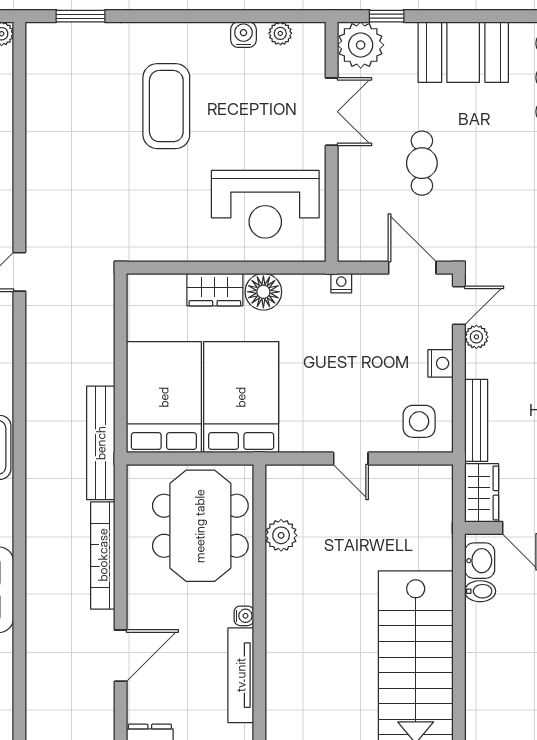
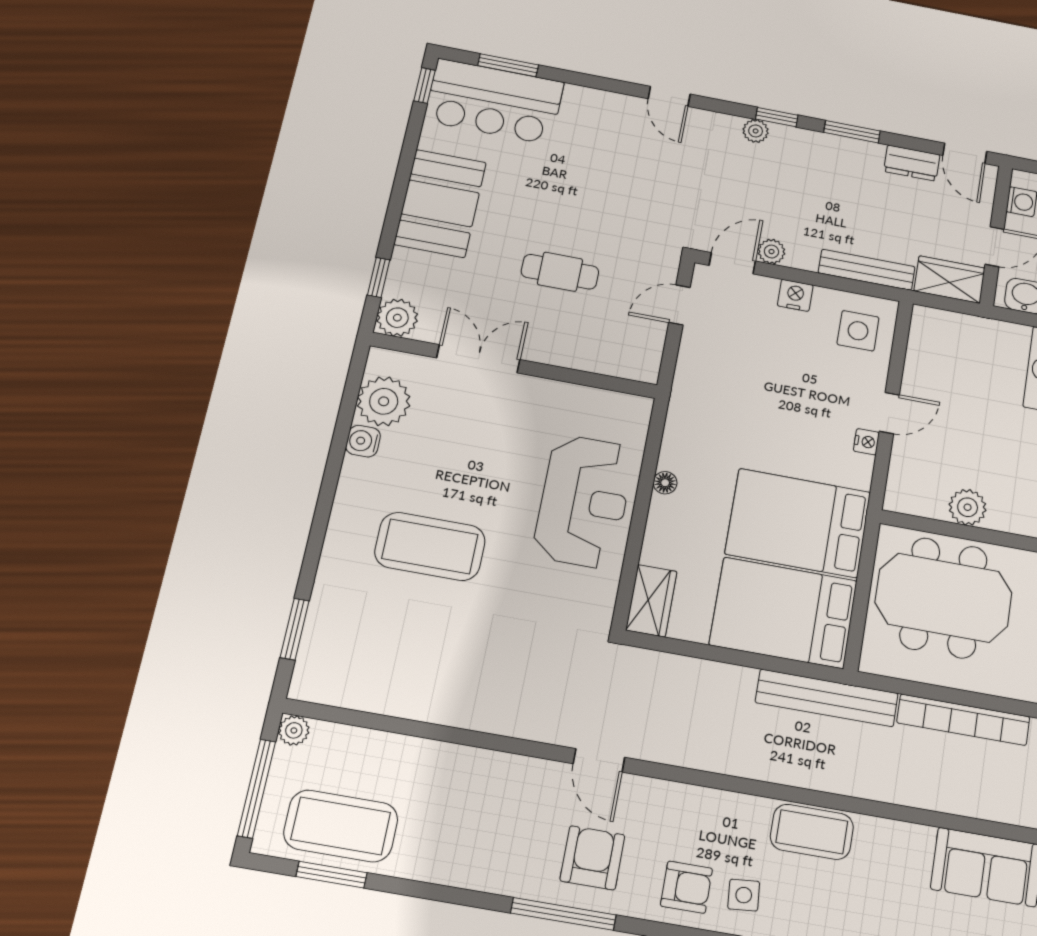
plant: (280, 33) -> (384, 401), width x1.88, depth x1.88
plant: (361, 45) -> (397, 318), width x0.73, depth x0.73
reception desk: (265, 204) -> (584, 501), moved
door: (412, 268) -> (679, 305), width x0.73
nightstand: (341, 283) -> (866, 442), moved, turned 180
wardrobe: (215, 290) -> (651, 601), moved
floor lamp: (263, 292) -> (665, 483), width x0.53, depth x0.53
door: (459, 305) -> (732, 263), hinge flipped

